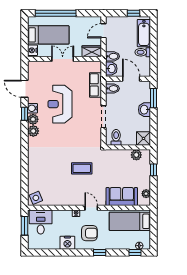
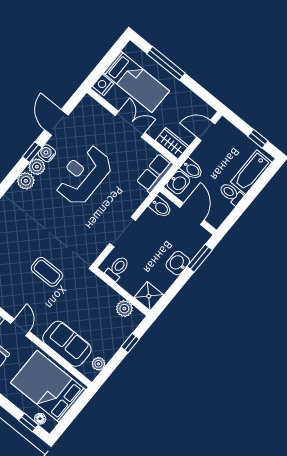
window: (56, 13) -> (166, 63), width x0.68
row of seats: (96, 85) -> (155, 173), moved
bed: (130, 221) -> (48, 386), width x1.50

